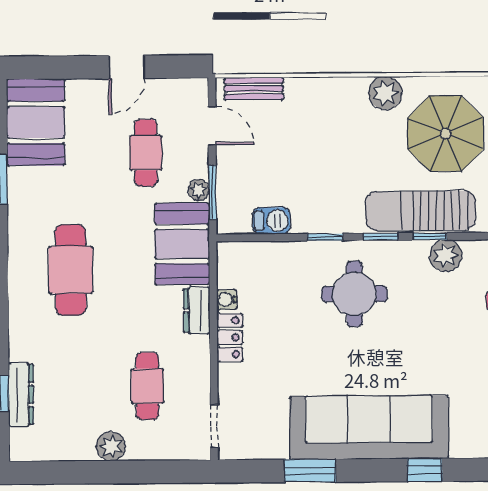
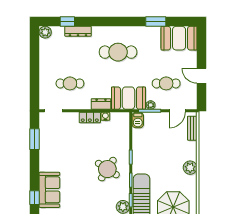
plant: (385, 93) -> (190, 168), moved
barbecue: (271, 221) -> (138, 120), moved
round table: (354, 294) -> (107, 169), turned 33
dresser: (21, 395) -> (78, 31), moved
sofa: (369, 428) -> (49, 190), width x0.54, depth x0.79
plant: (111, 446) -> (45, 32), moved
window: (310, 471) -> (35, 139), moved

